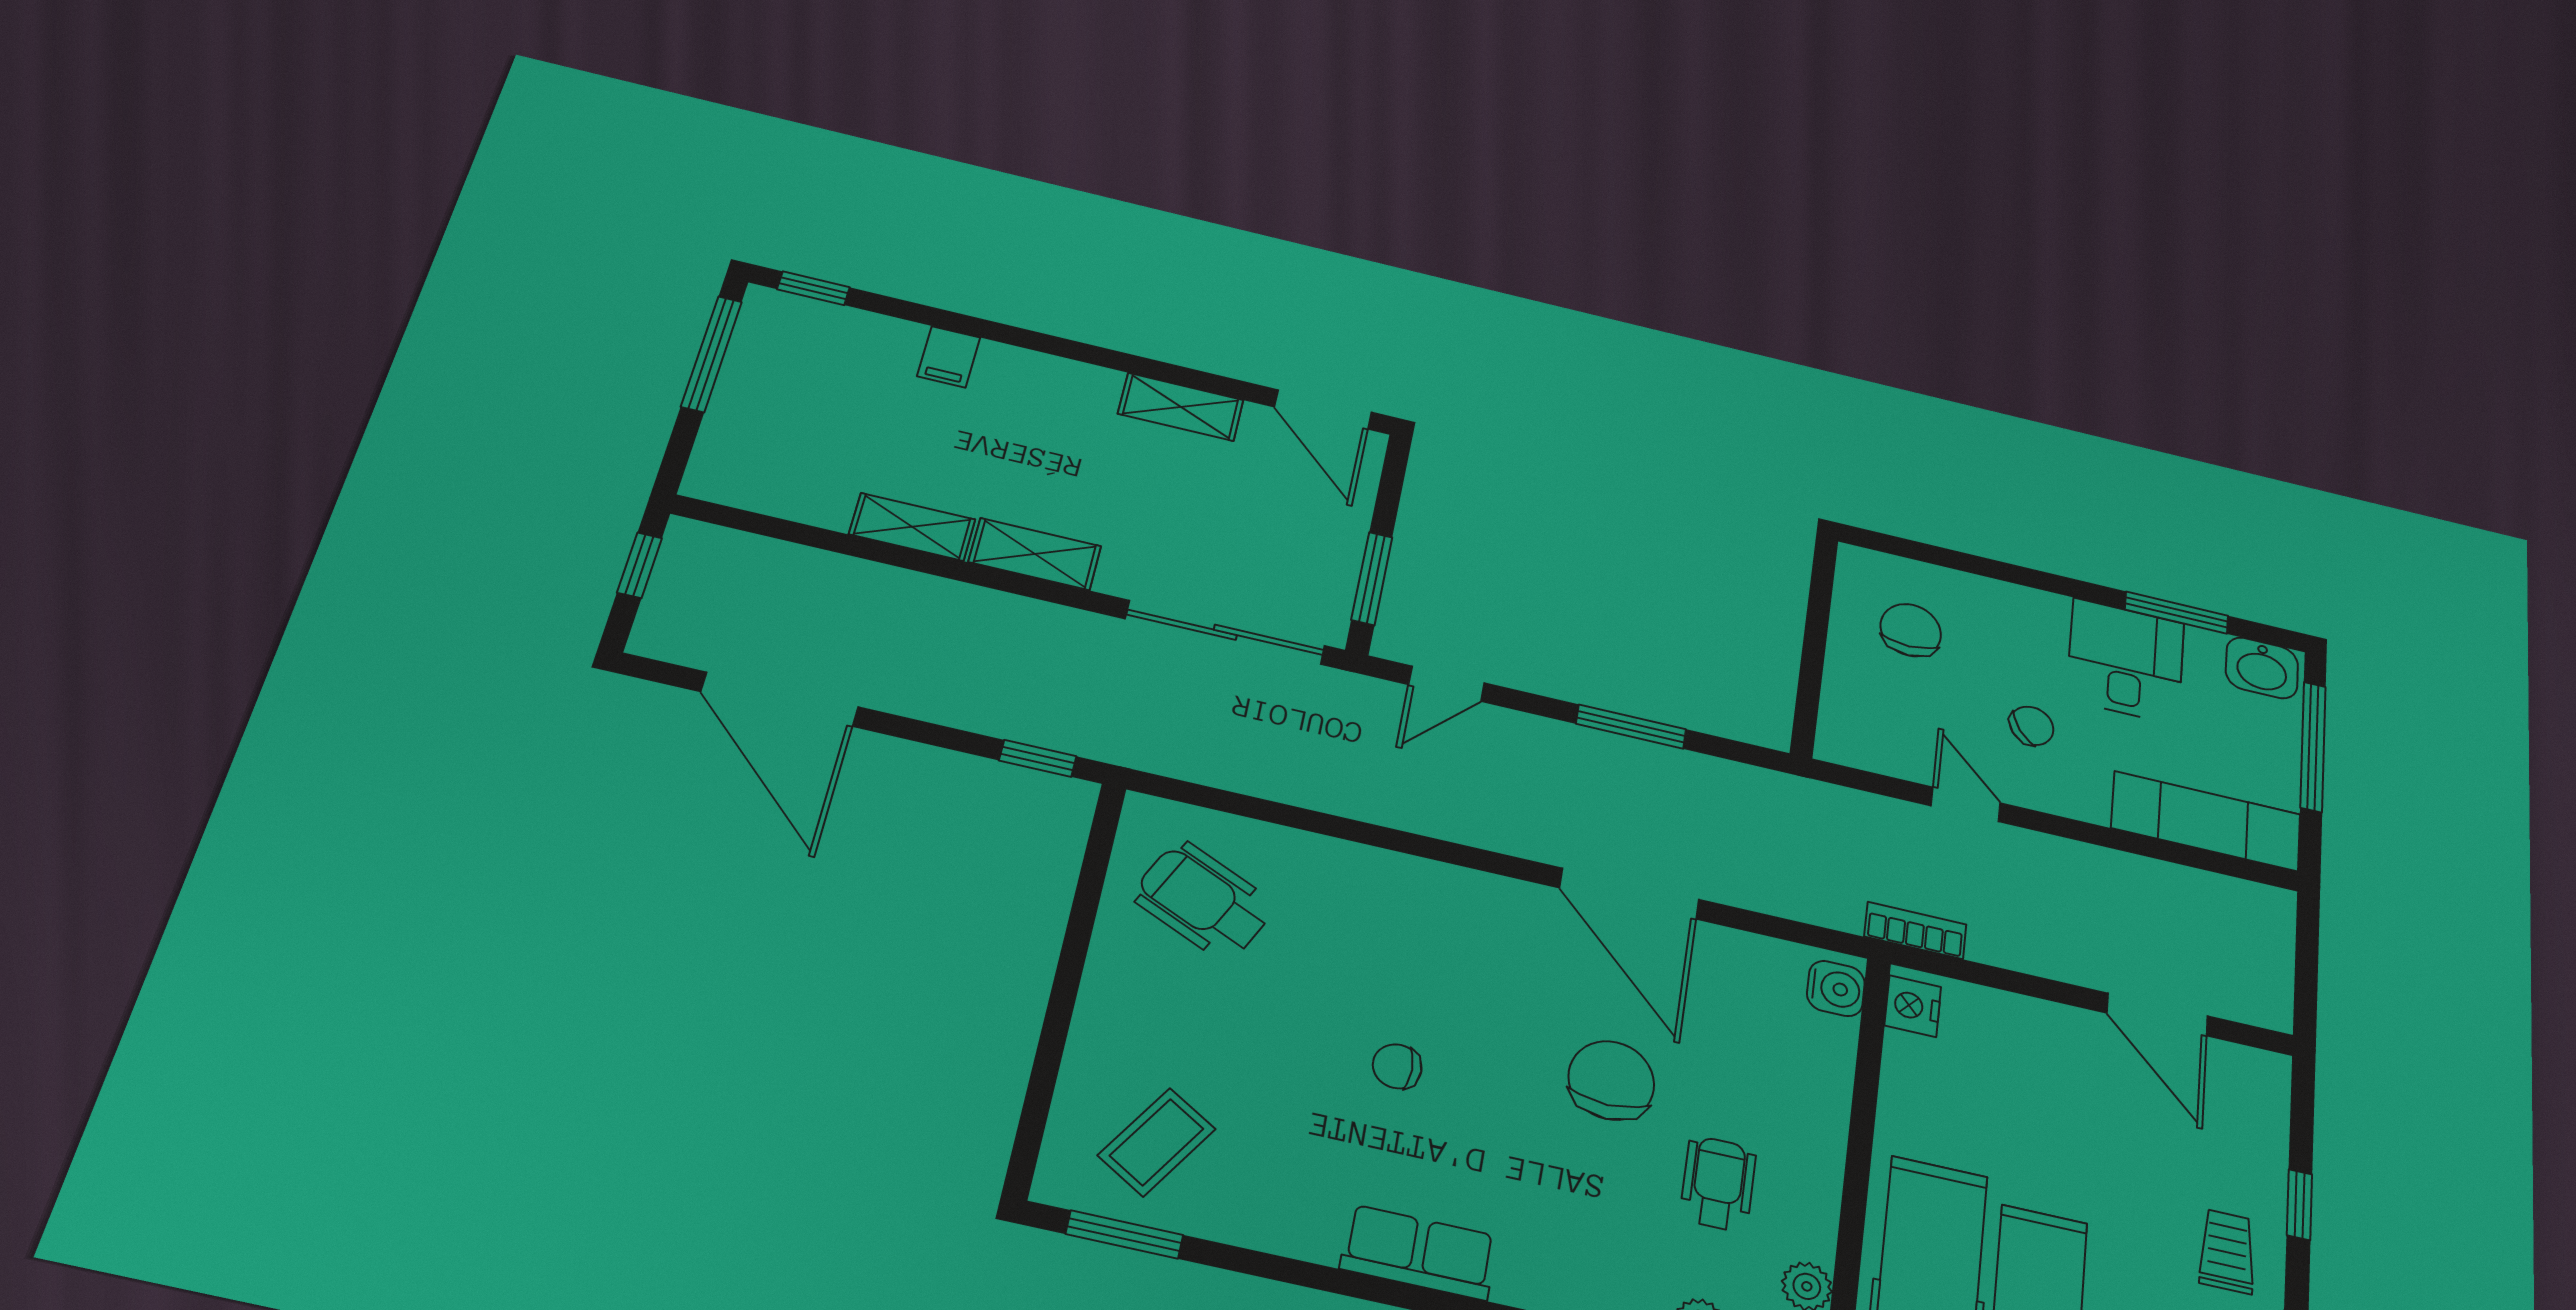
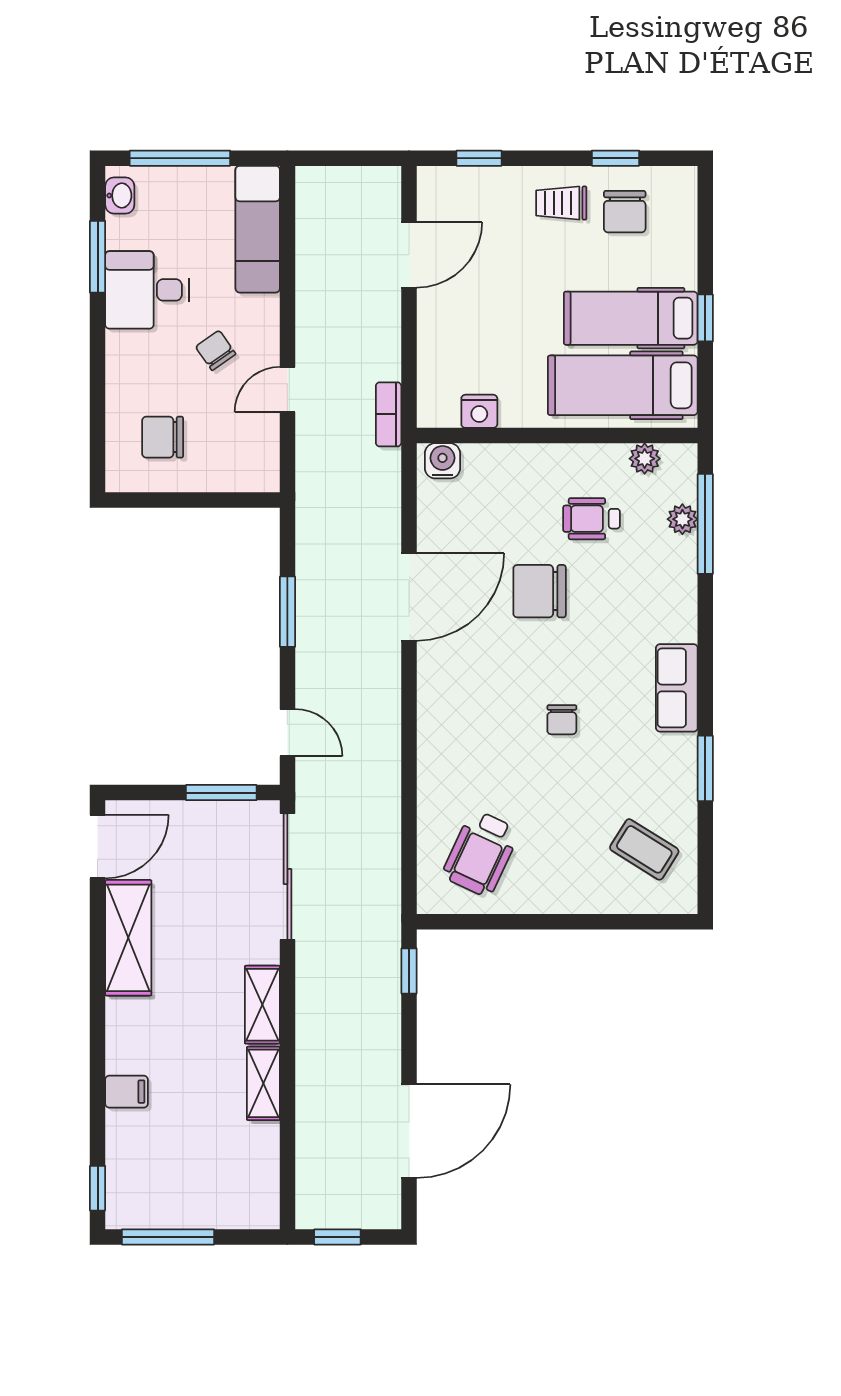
shelving: (1181, 407) -> (128, 938), width x1.50, depth x1.33
washbasin: (2262, 668) -> (120, 196), width x0.72, depth x0.69
nightstand: (1913, 1006) -> (479, 411), moved
window: (2299, 1205) -> (479, 158), moved
window: (1124, 1234) -> (705, 768), moved

